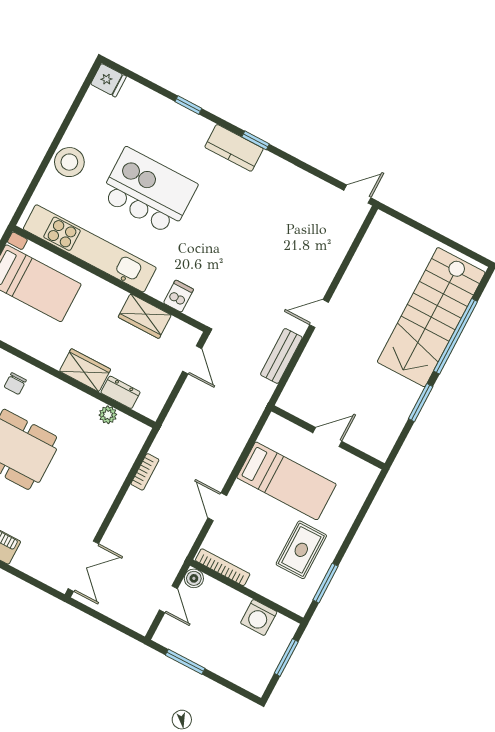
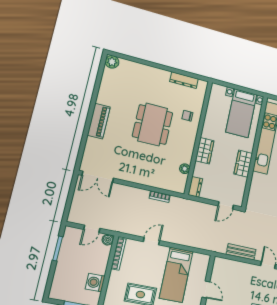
dishwasher: (179, 296) -> (256, 189), removed
wardrobe: (145, 316) -> (243, 164), moved
dresser: (121, 392) -> (195, 187), moved

